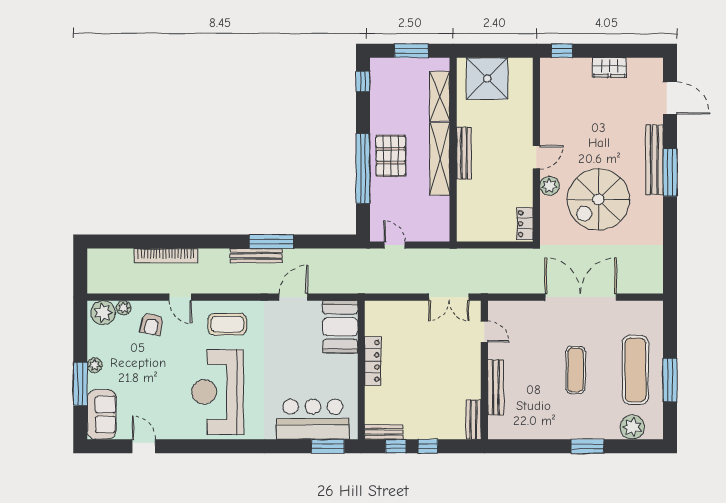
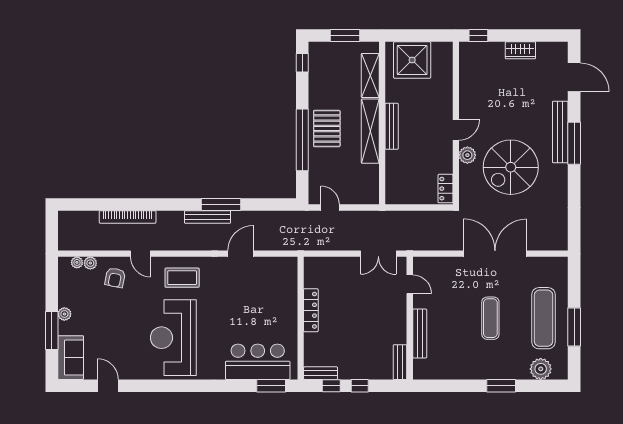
plant: (103, 313) -> (77, 262), width x0.53, depth x0.53
booth: (340, 327) -> (282, 280), removed

